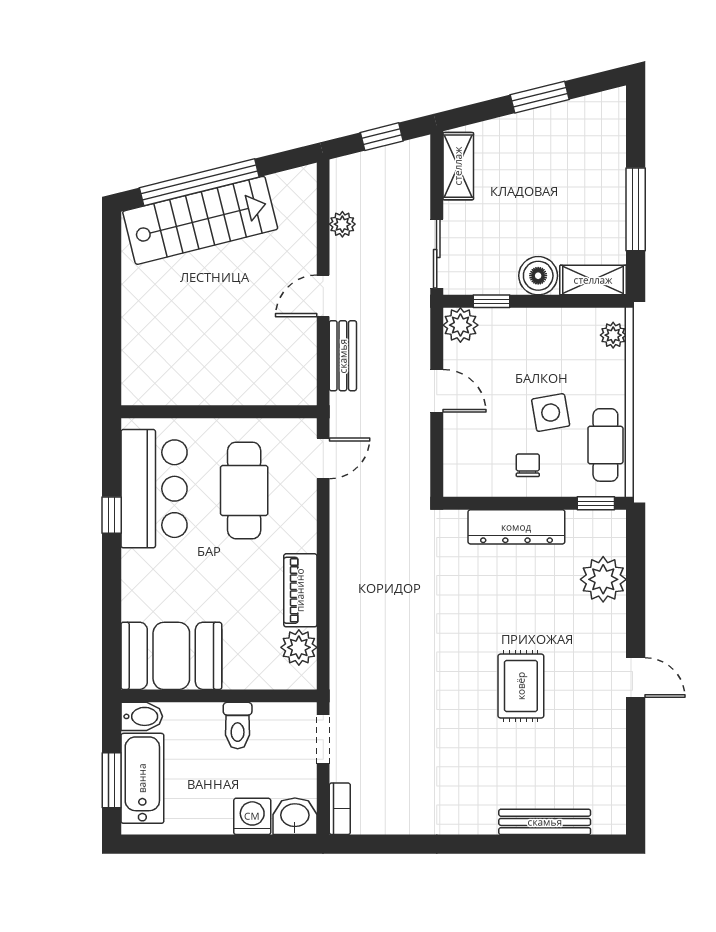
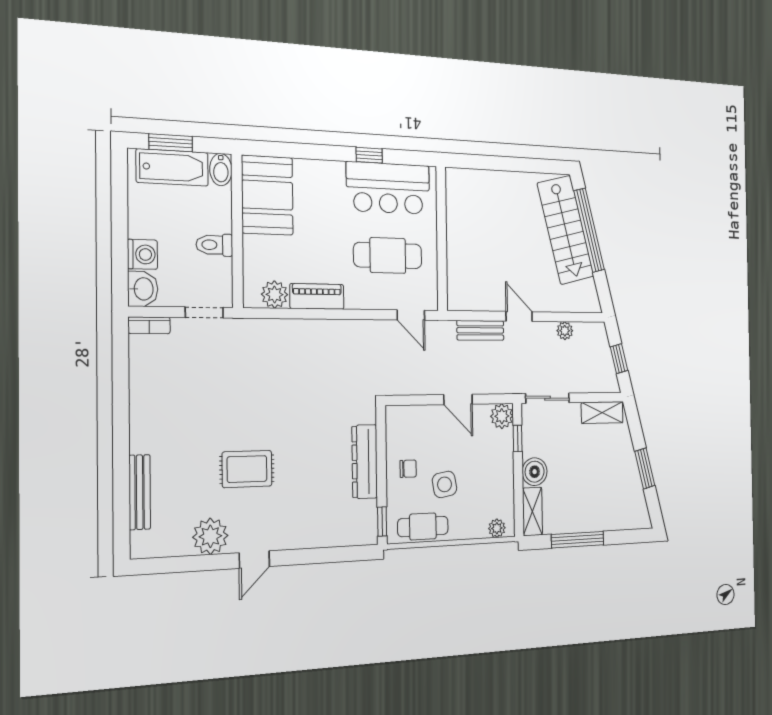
door: (437, 391) -> (458, 399), hinge flipped
plant: (603, 579) -> (210, 536), moved

